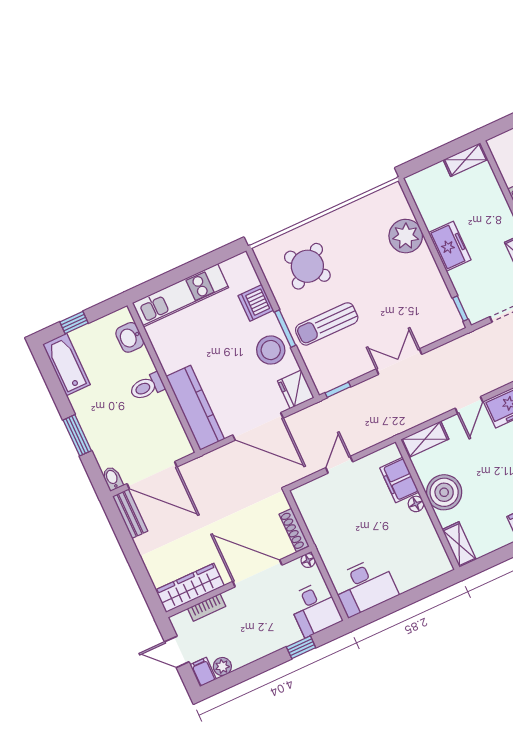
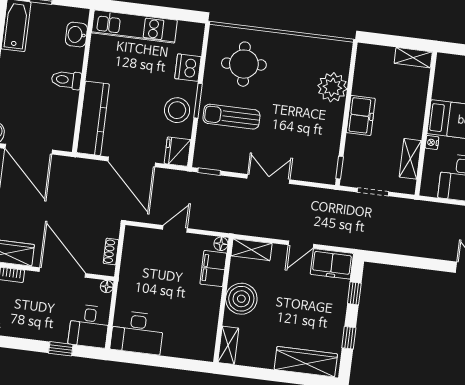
round table: (307, 266) -> (244, 64), turned 33
floor lamp: (416, 504) -> (221, 244), moved
shoe rack: (294, 530) -> (111, 251), width x0.70

